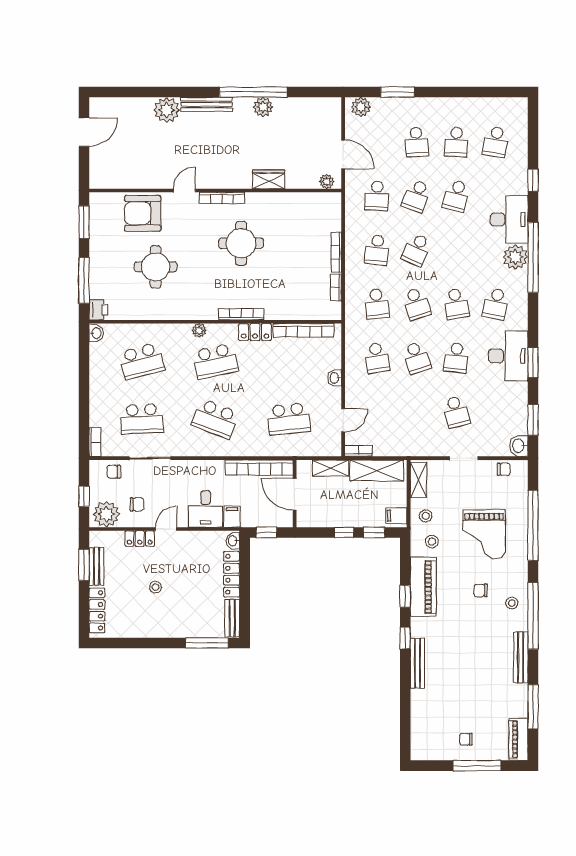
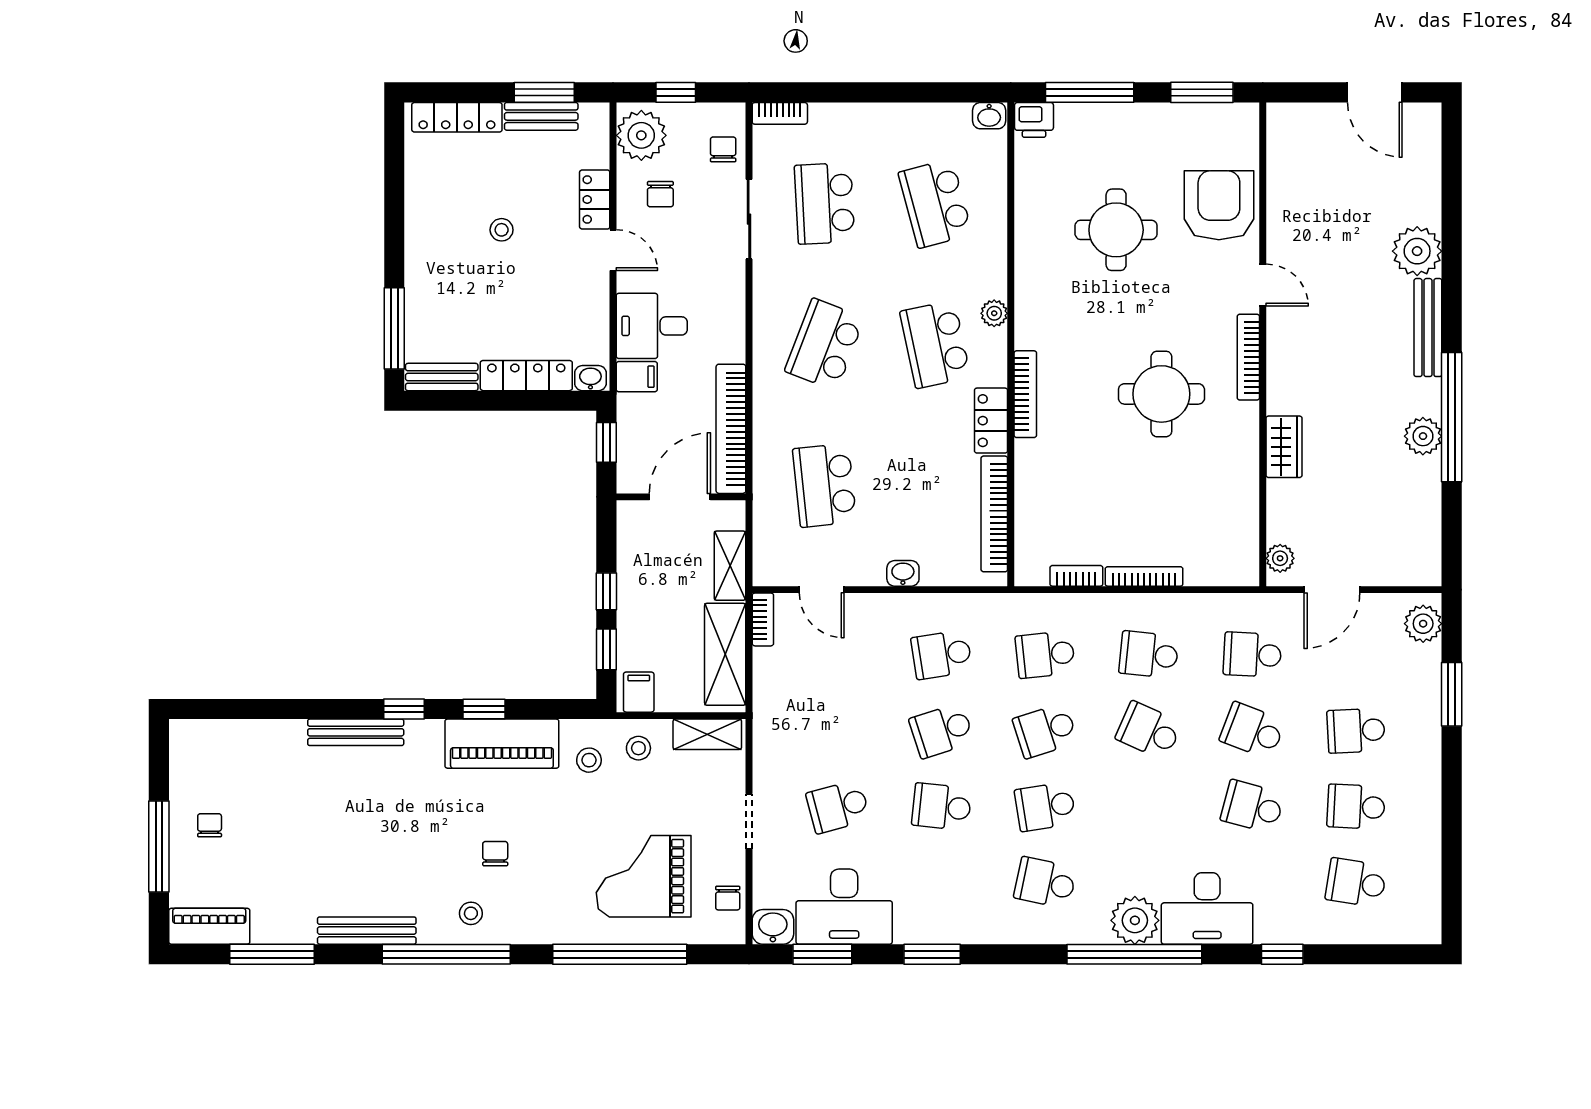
desk: (508, 356) -> (844, 907), moved
grand piano: (484, 534) -> (644, 876), moved

